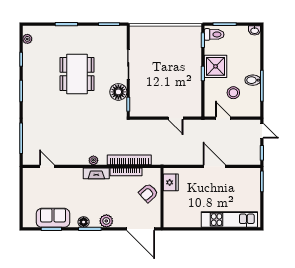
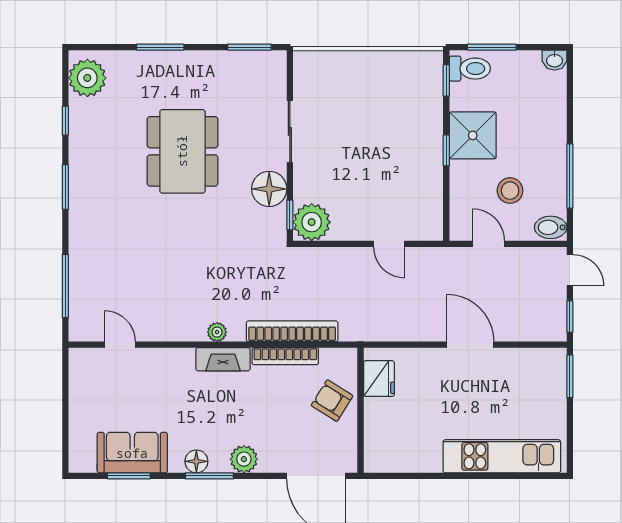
plant: (27, 39) -> (87, 78), width x1.87, depth x1.87
bidet: (253, 80) -> (551, 227), moved
plant: (139, 108) -> (312, 222), added
armchair: (148, 193) -> (332, 401), turned 74

